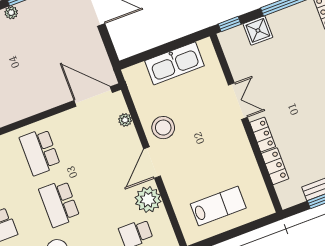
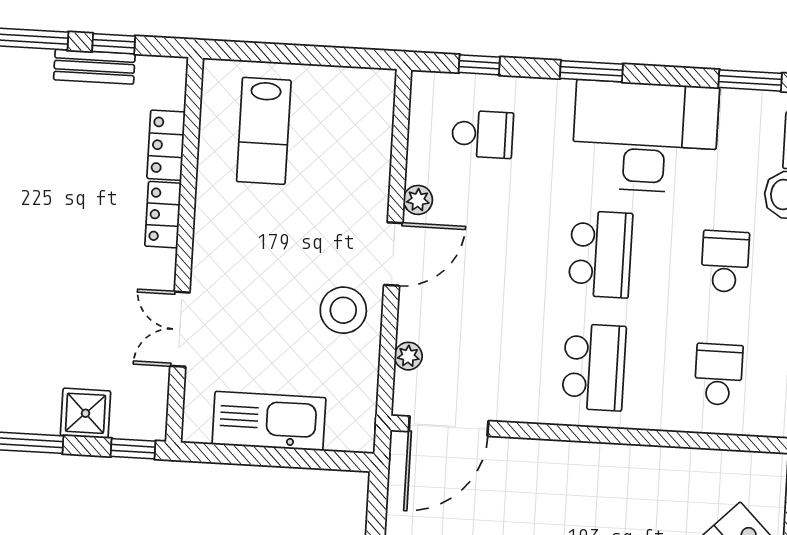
door: (93, 97) -> (449, 426), hinge flipped
double door: (238, 101) -> (180, 329), moved
plant: (148, 200) -> (418, 200), width x0.53, depth x0.53
lab bench: (218, 206) -> (264, 131), moved, turned -90

